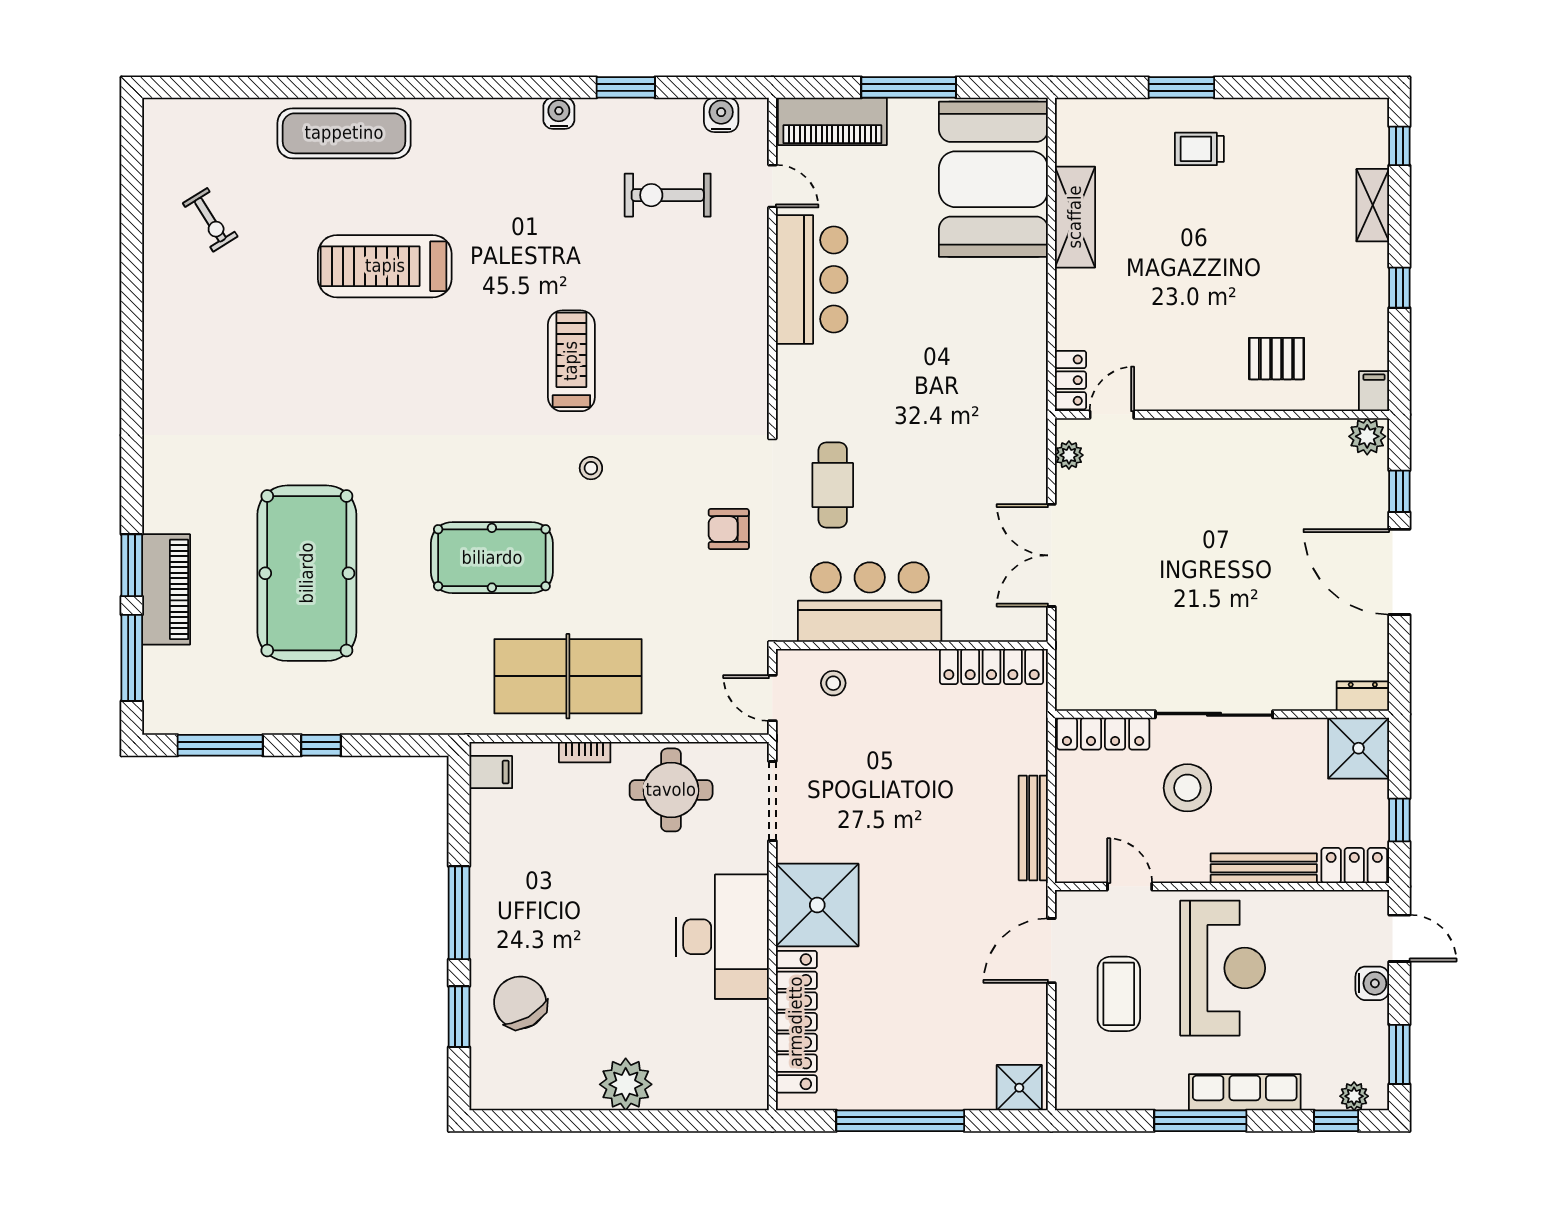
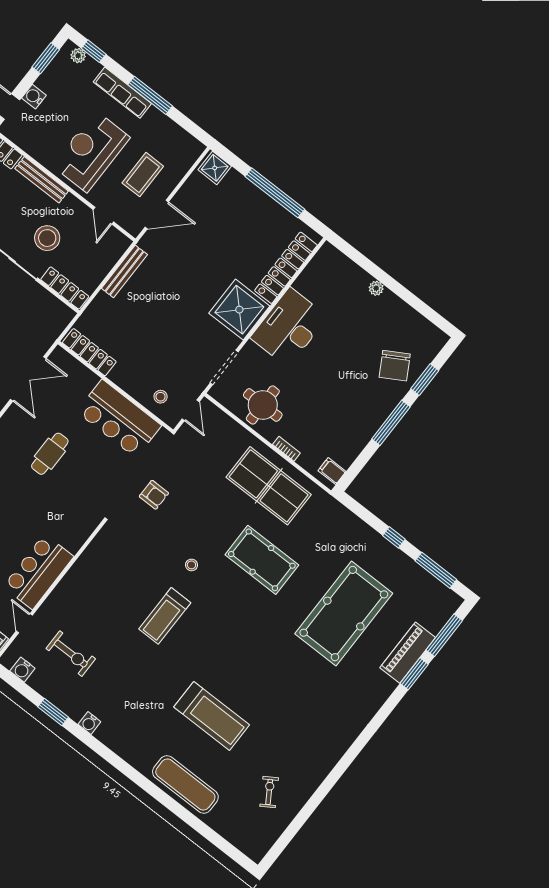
cafe table: (833, 485) -> (50, 454), moved
plant: (626, 1084) -> (376, 288), width x0.53, depth x0.53

